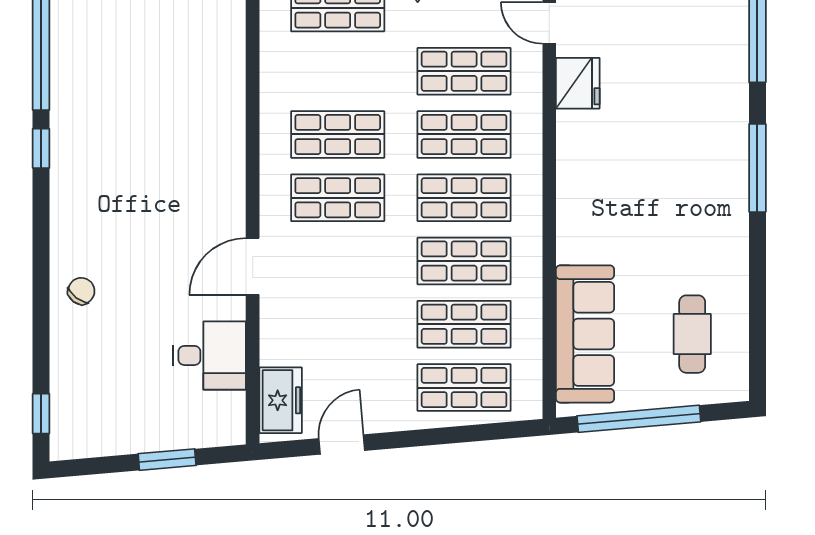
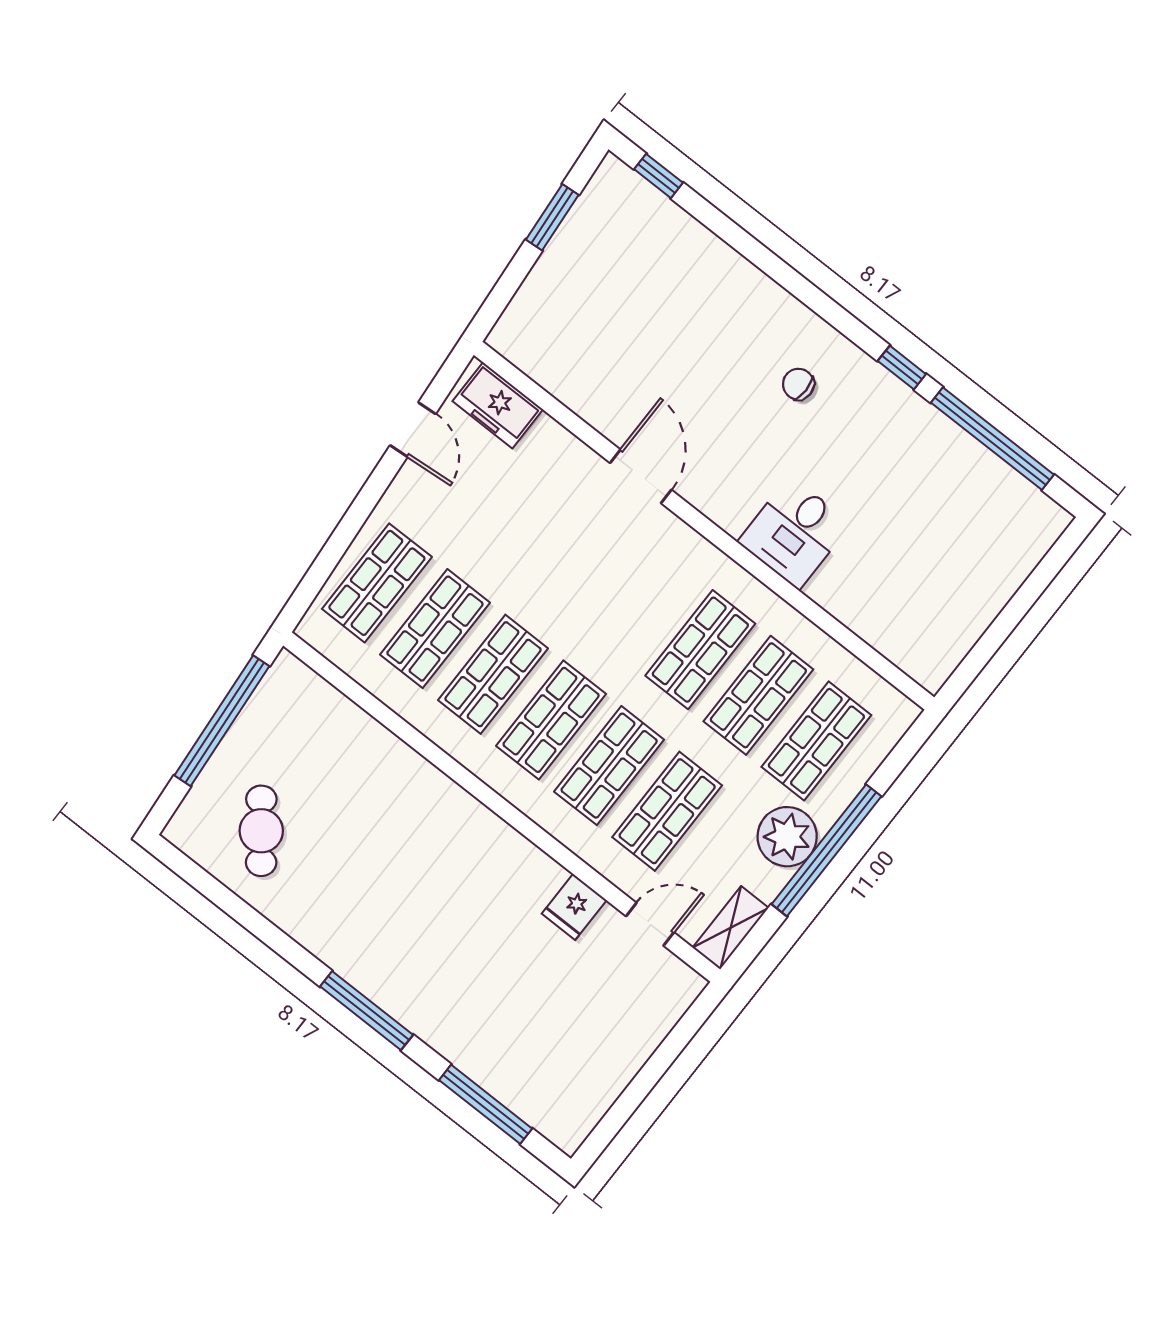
fridge: (578, 83) -> (574, 907), width x0.72
shop shelf: (338, 198) -> (758, 695), moved
chair: (81, 291) -> (798, 384), moved, turned 143
sofa: (585, 334) -> (339, 733), removed
cafe table: (692, 334) -> (261, 831), turned 52
desk: (209, 355) -> (794, 533), moved
window: (167, 460) -> (552, 217), moved

